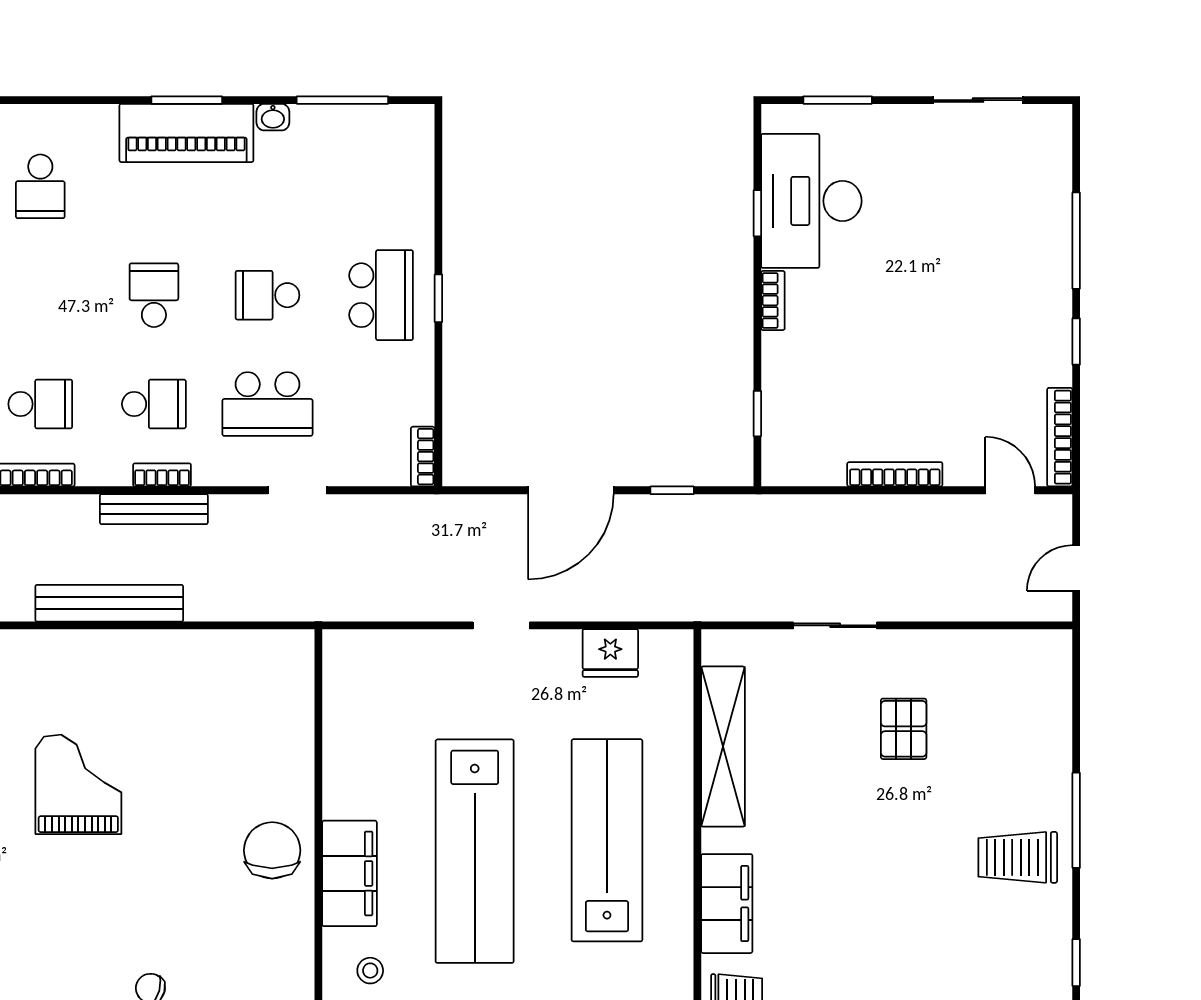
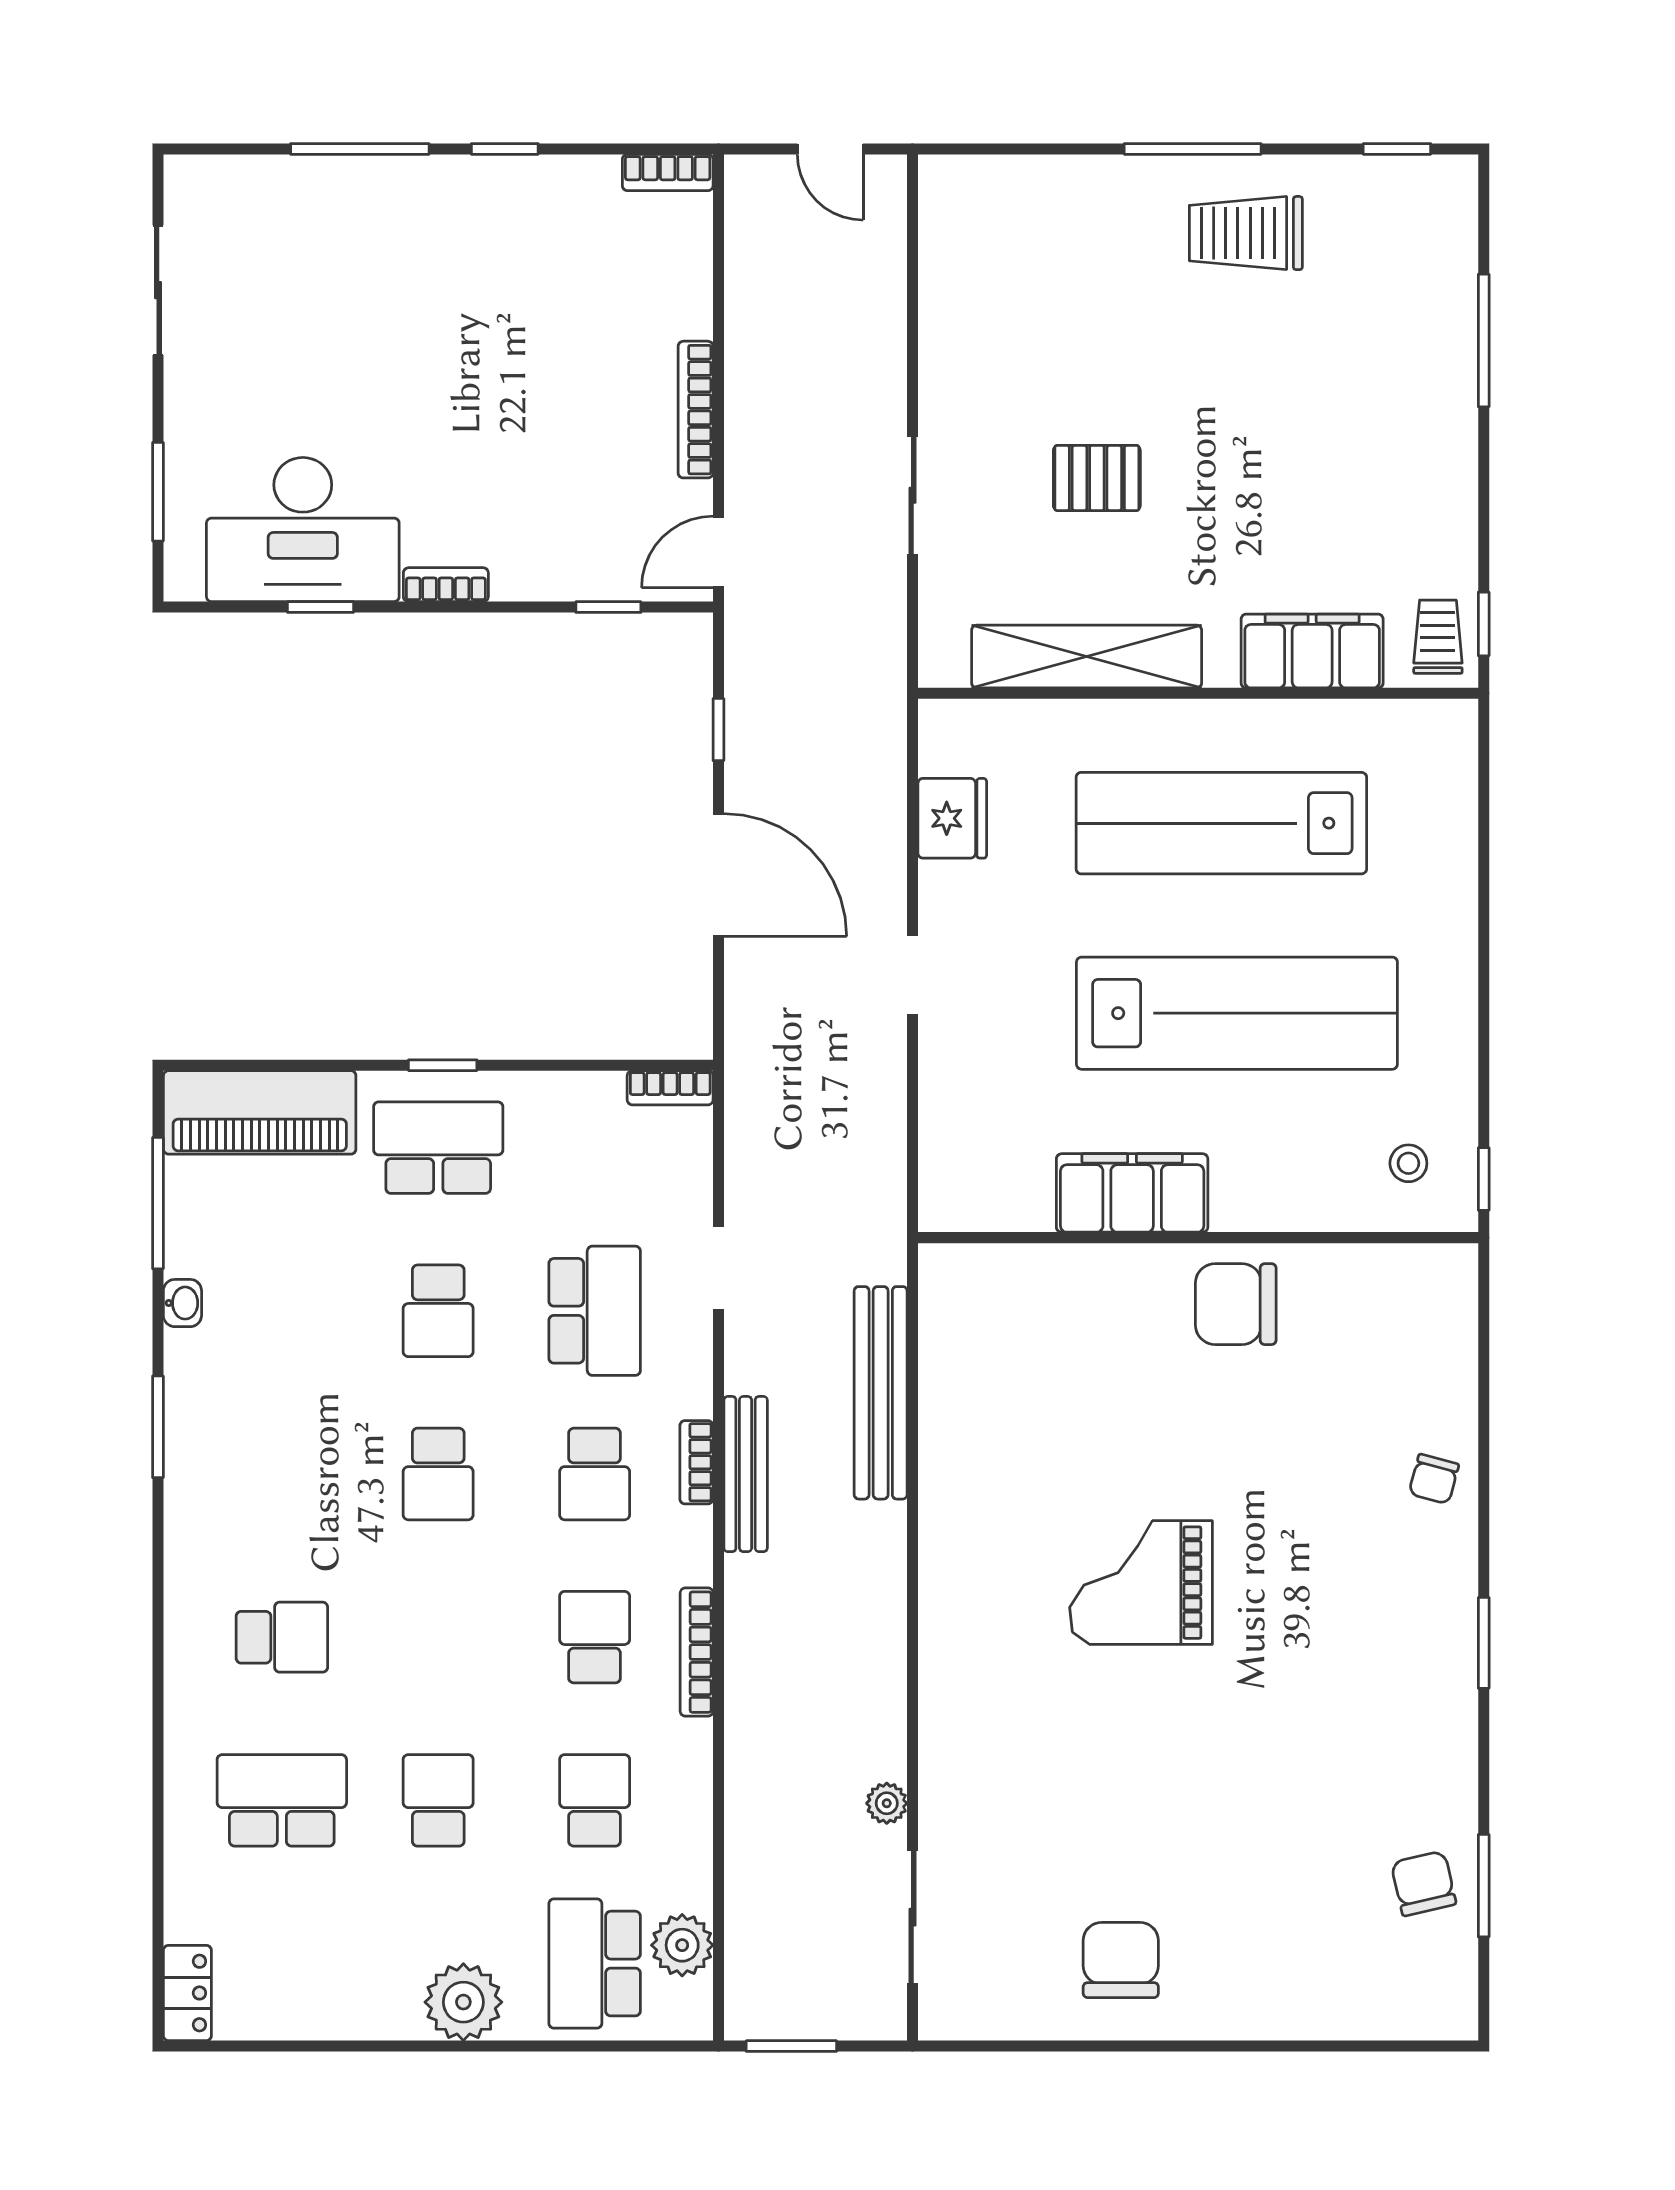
piano: (186, 133) -> (260, 1112), moved, turned 90
school desk: (154, 295) -> (438, 1474), turned -90
school desk: (154, 404) -> (595, 1474), turned 180
bookcase: (1060, 437) -> (668, 173), width x0.64
door: (1010, 490) -> (718, 552), moved
bench: (109, 603) -> (881, 1393), moved
pallet: (904, 729) -> (1097, 478), moved
trolley: (1018, 857) -> (1246, 233), turned 90
filing cabinet: (350, 873) -> (1132, 1193), moved

